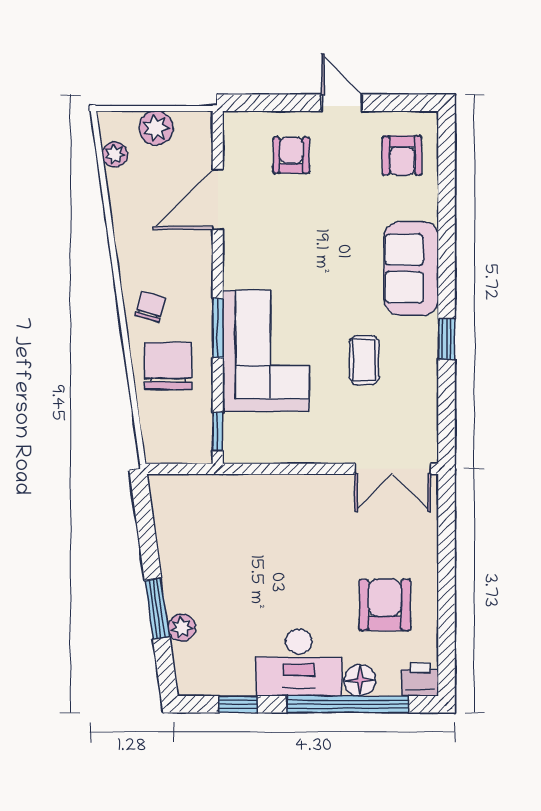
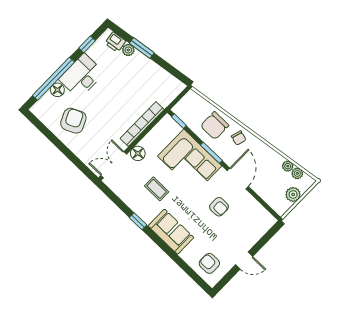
armchair: (291, 155) -> (219, 207), moved
plant: (118, 182) -> (288, 166), added
door: (218, 199) -> (238, 178), moved
chair: (168, 366) -> (215, 126), turned 90
floor lamp: (336, 447) -> (138, 153), added
bookcase: (281, 487) -> (142, 124), added
armchair: (385, 605) -> (73, 121), turned -115
printer: (420, 679) -> (115, 42), moved, turned 82

